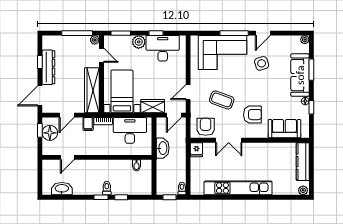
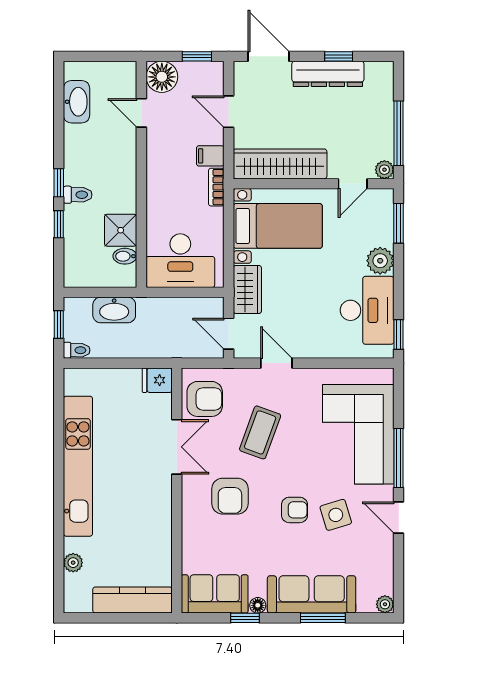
window: (156, 33) -> (399, 334), moved
armchair: (259, 83) -> (295, 510), added
sofa: (284, 129) -> (215, 594), moved, turned -90
desk: (130, 130) -> (180, 261), moved, turned 90
floor lamp: (50, 133) -> (162, 77), moved
double door: (229, 140) -> (177, 447), swing flipped
washbasin: (163, 148) -> (114, 310), moved
shower: (124, 167) -> (121, 230), added
plant: (303, 190) -> (73, 563), moved

